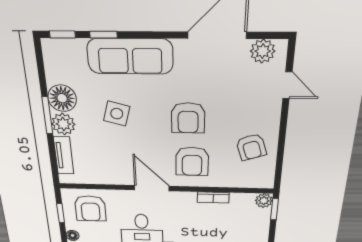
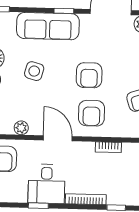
window: (103, 35) -> (64, 11), moved
plant: (107, 177) -> (21, 128), added

